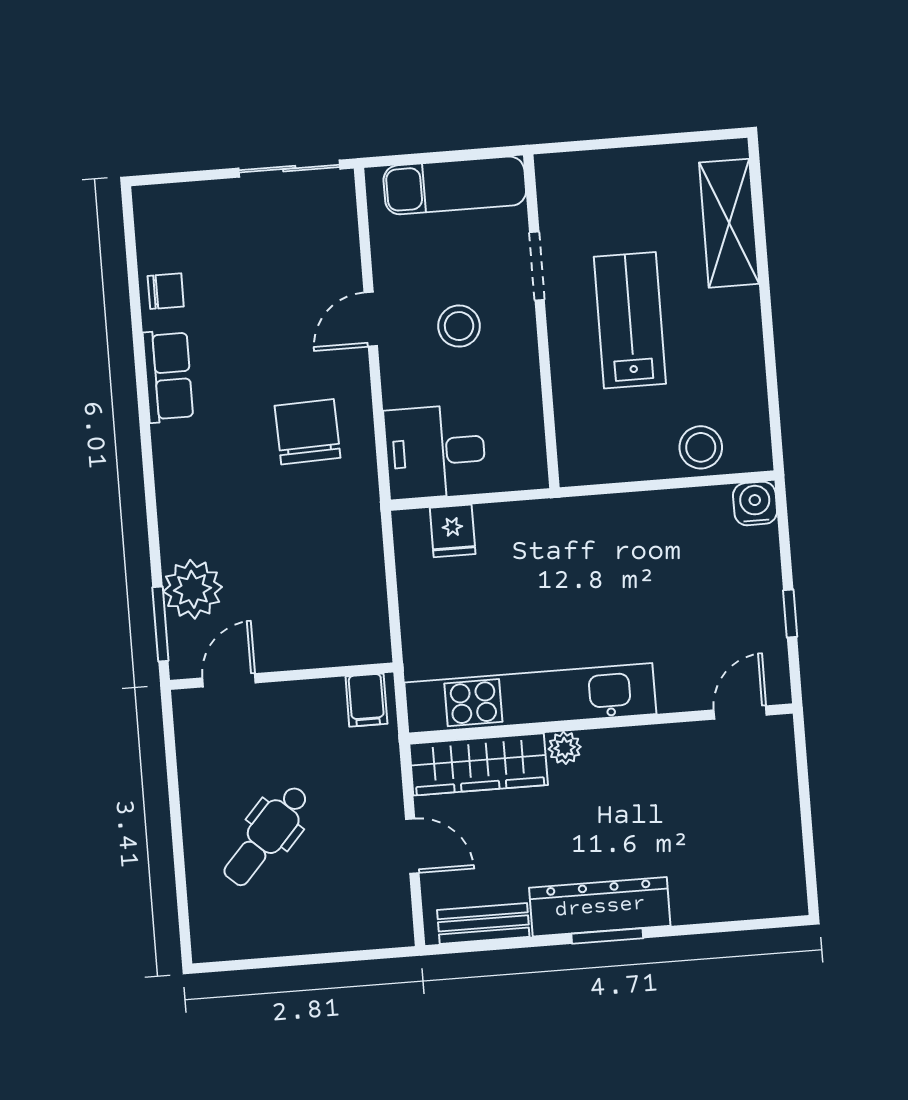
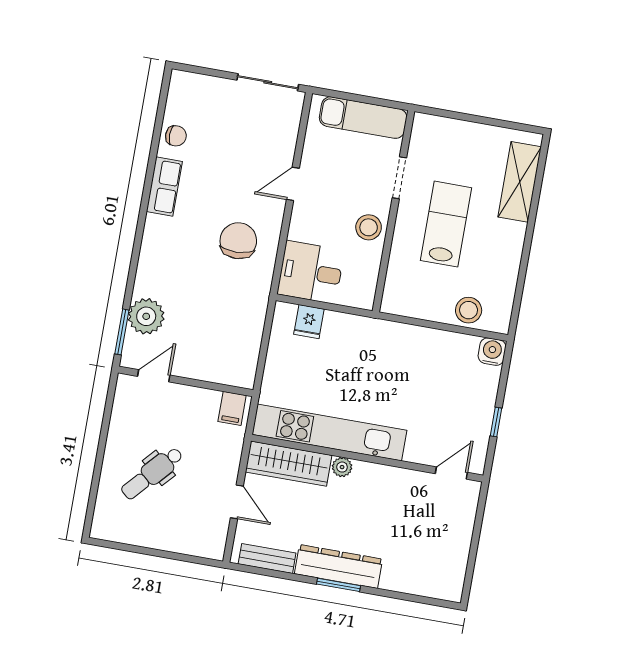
stool: (459, 326) -> (369, 227), moved

